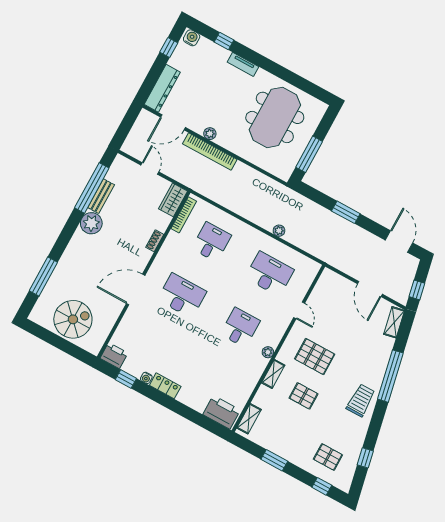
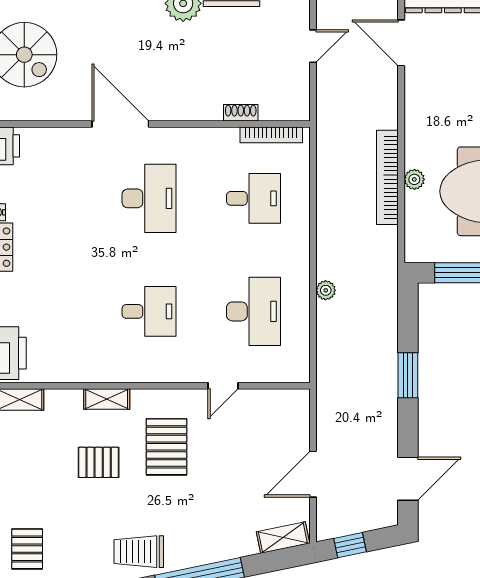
plant: (210, 134) -> (414, 179), moved
bookcase: (210, 152) -> (387, 177), moved
wardrobe: (173, 200) -> (285, 107), removed
shoe rack: (155, 241) -> (241, 113), moved
plant: (268, 352) -> (135, 373), removed
pallet: (304, 396) -> (99, 462), turned 90
trolley: (361, 400) -> (139, 552), turned 180

